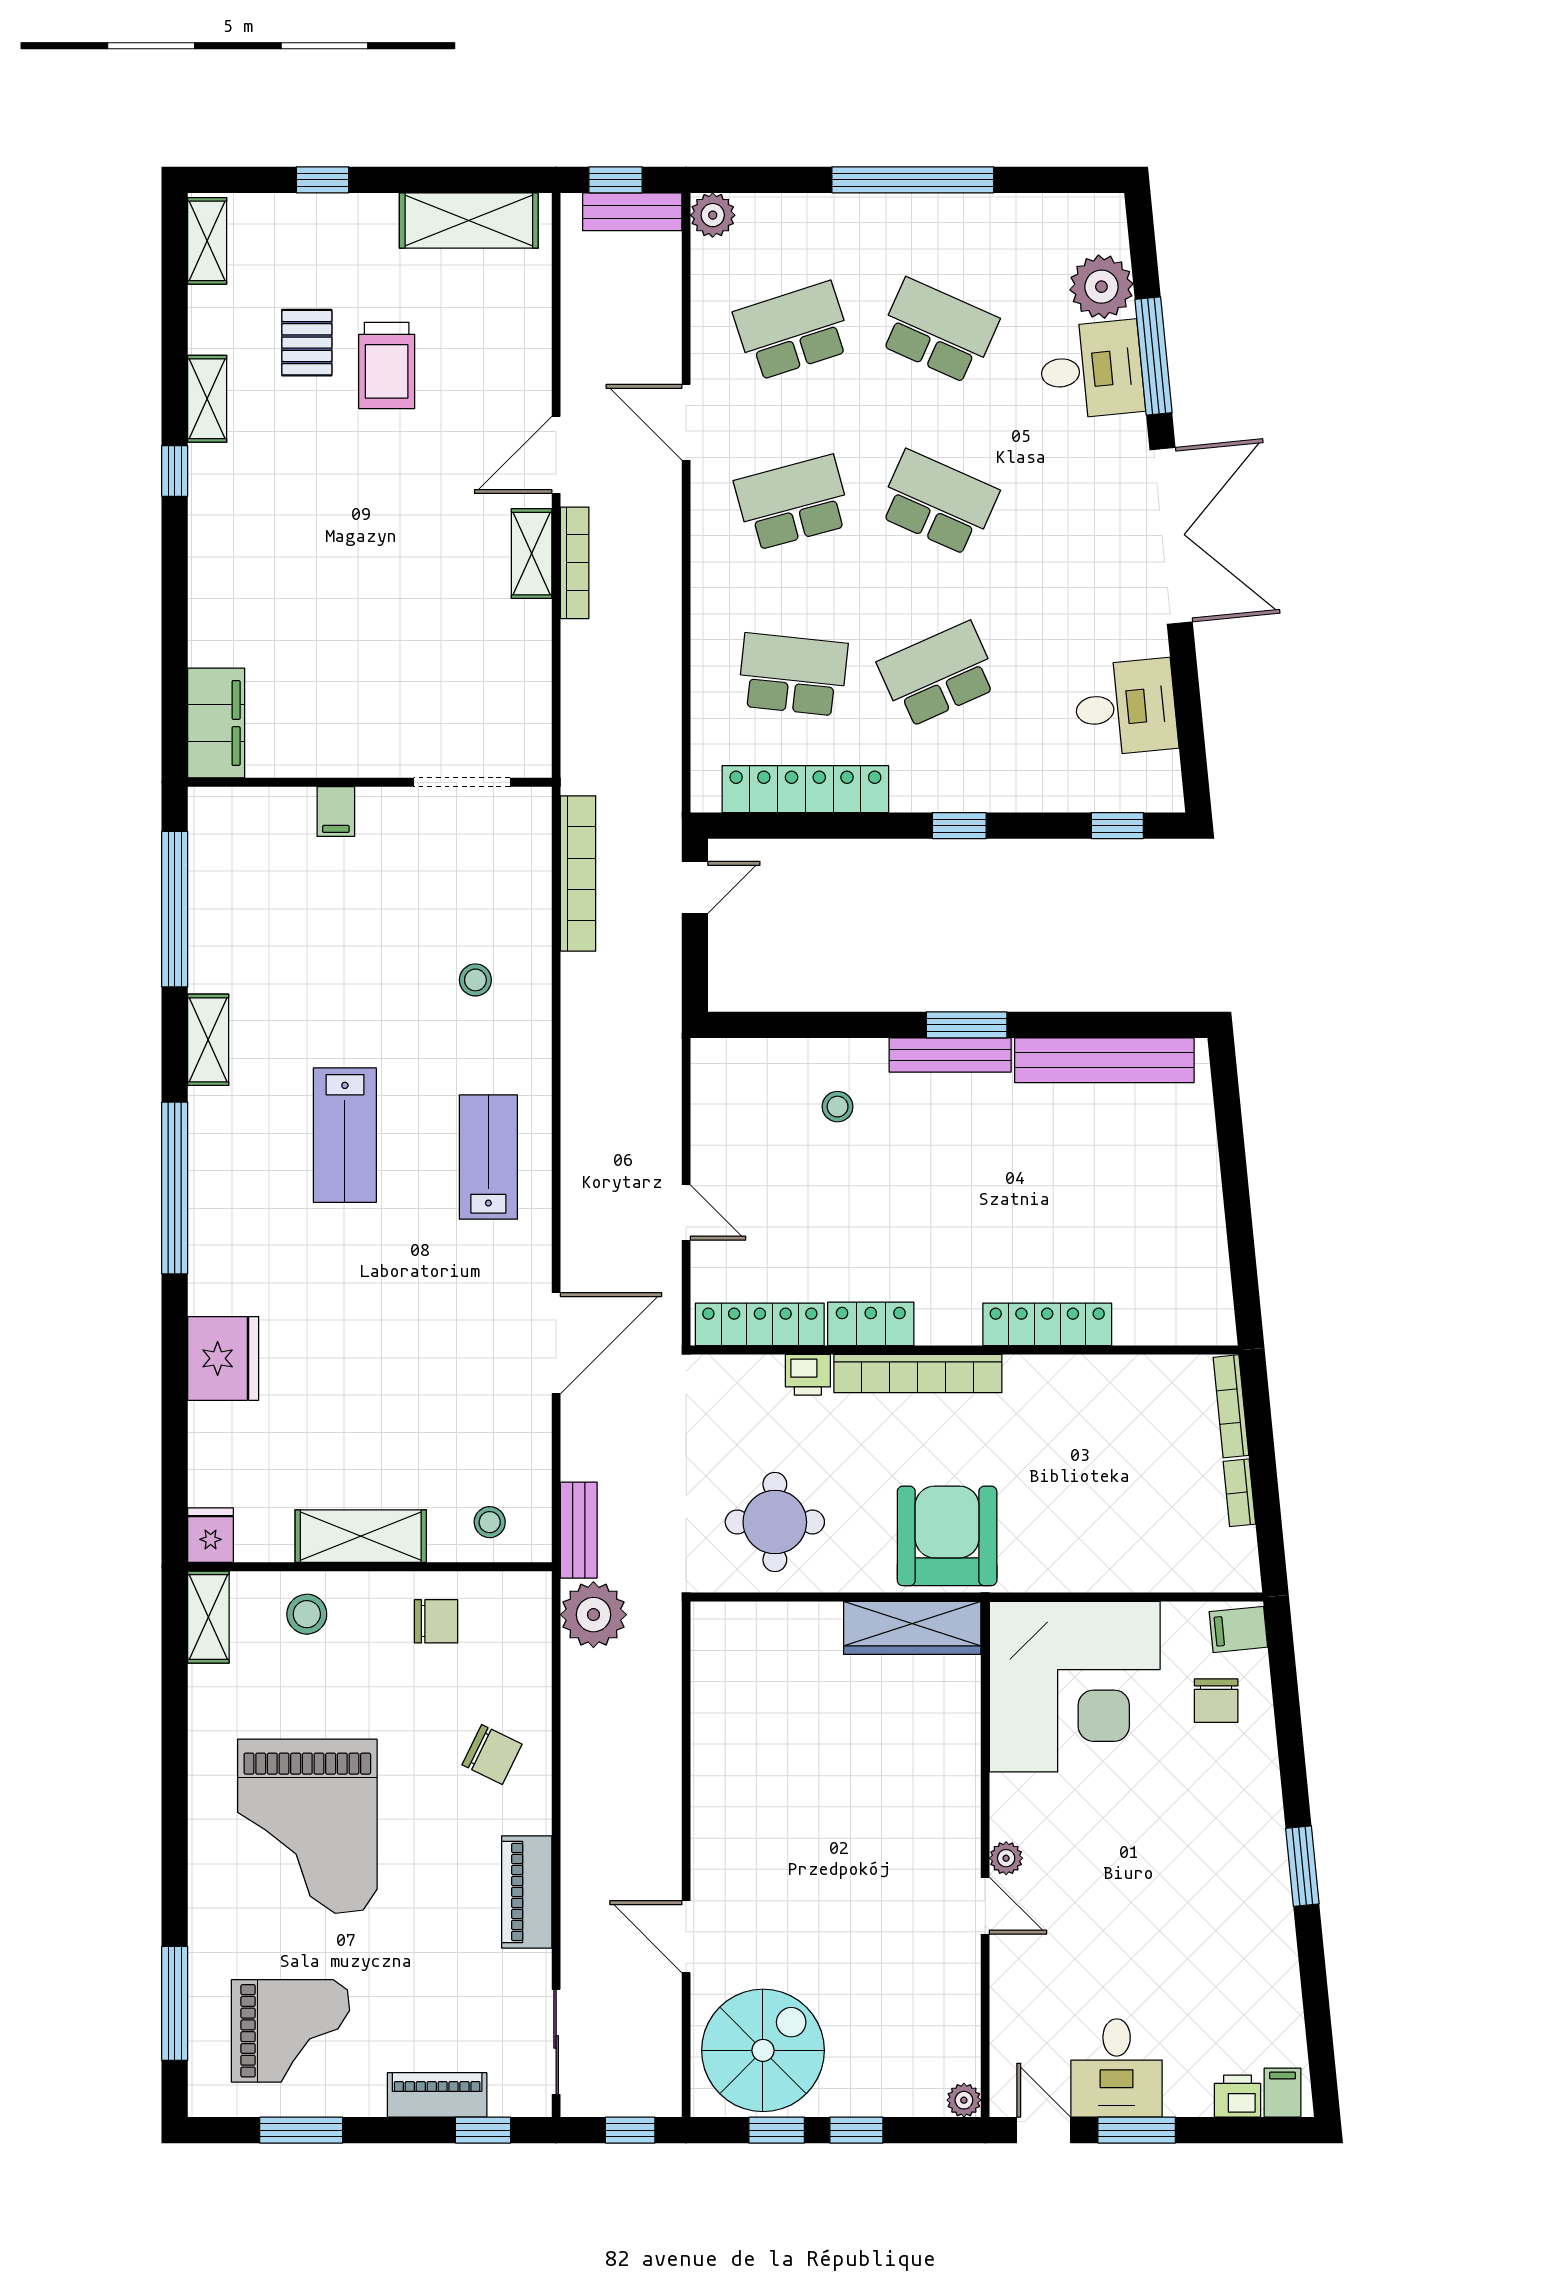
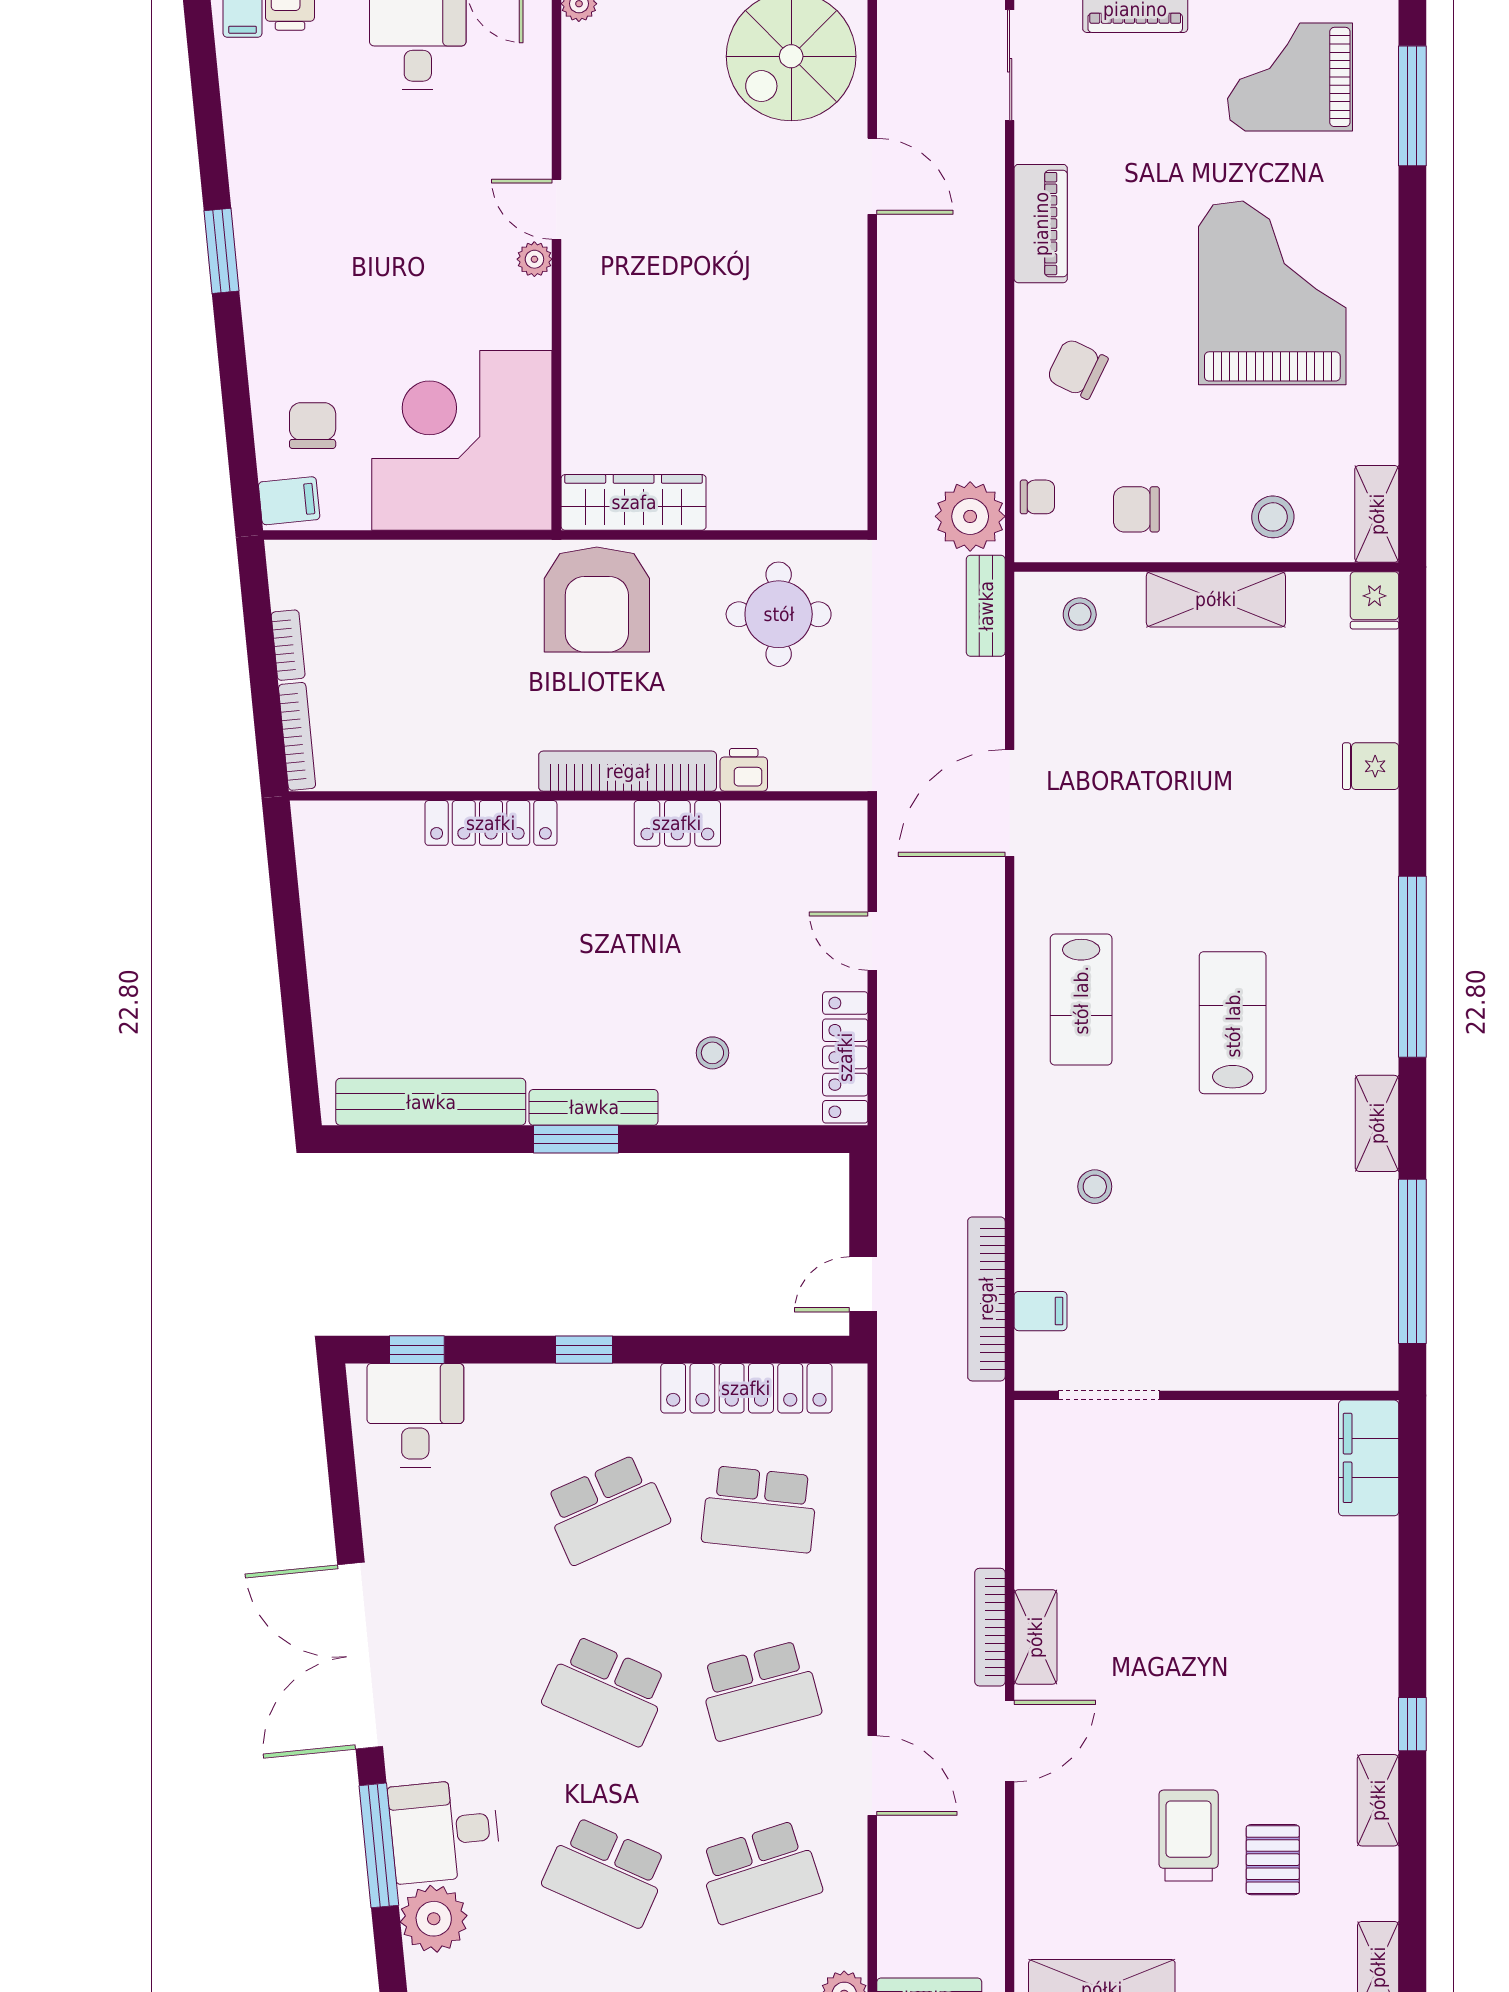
desk: (1126, 707) -> (415, 1415), moved, turned 96
filing cabinet: (336, 811) -> (1041, 1311), moved, turned 90
locker: (760, 1324) -> (845, 1057), moved, turned 90
fridge: (223, 1358) -> (1371, 766), width x0.53, depth x0.75
chair: (530, 1633) -> (1037, 497), added

